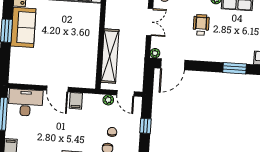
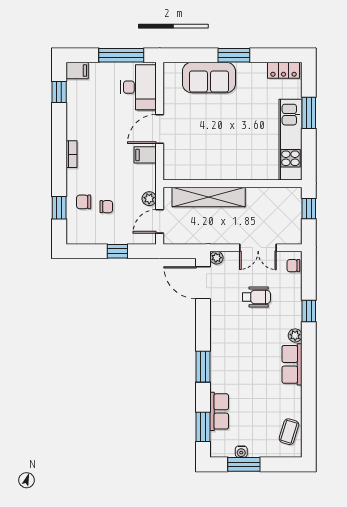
wheelchair: (201, 25) -> (256, 297), moved
sofa: (23, 27) -> (209, 78), moved

